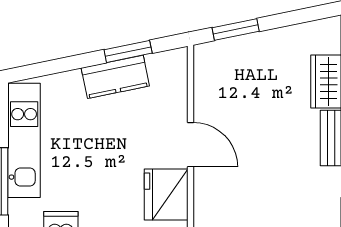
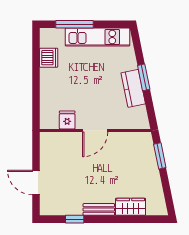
window: (128, 51) -> (144, 77), moved
fridge: (166, 194) -> (67, 120), width x0.53, depth x0.75

